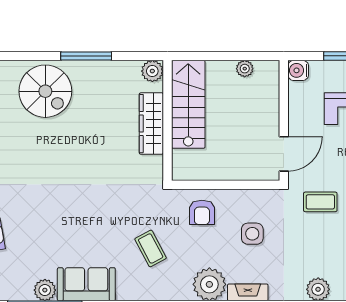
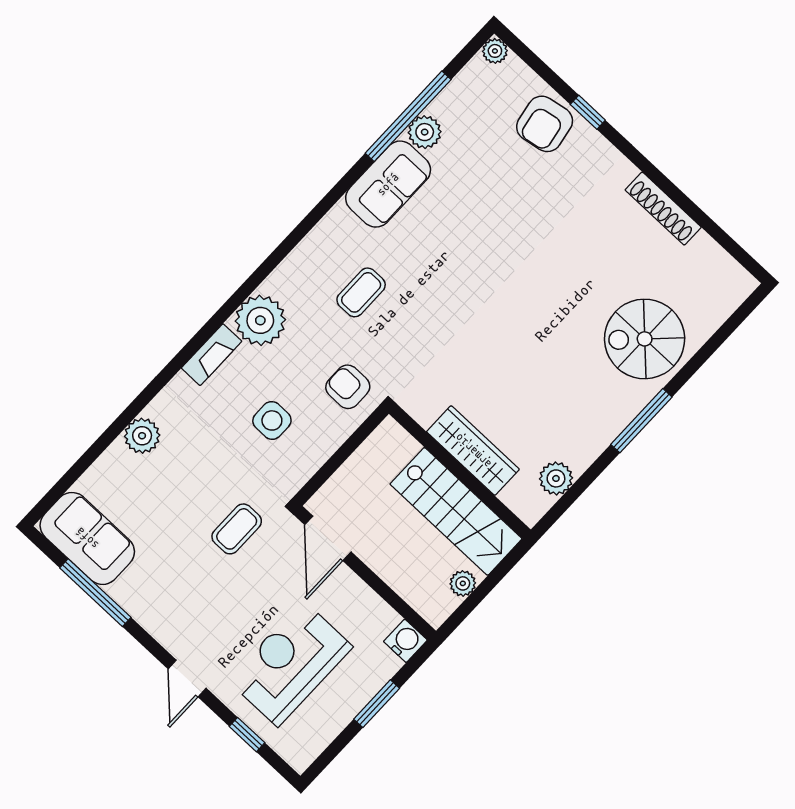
stairs: (188, 104) -> (456, 511), moved
wall: (167, 120) -> (460, 472), moved
wardrobe: (151, 124) -> (473, 451), moved
coffee table: (151, 248) -> (361, 292), turned -62

